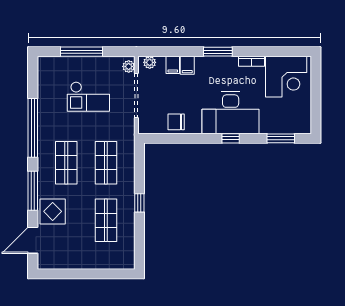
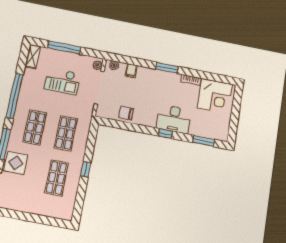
filing cabinet: (187, 65) -> (142, 73), removed
shelving: (44, 72) -> (33, 56), added
desk: (231, 113) -> (174, 119), width x0.73, depth x0.77

